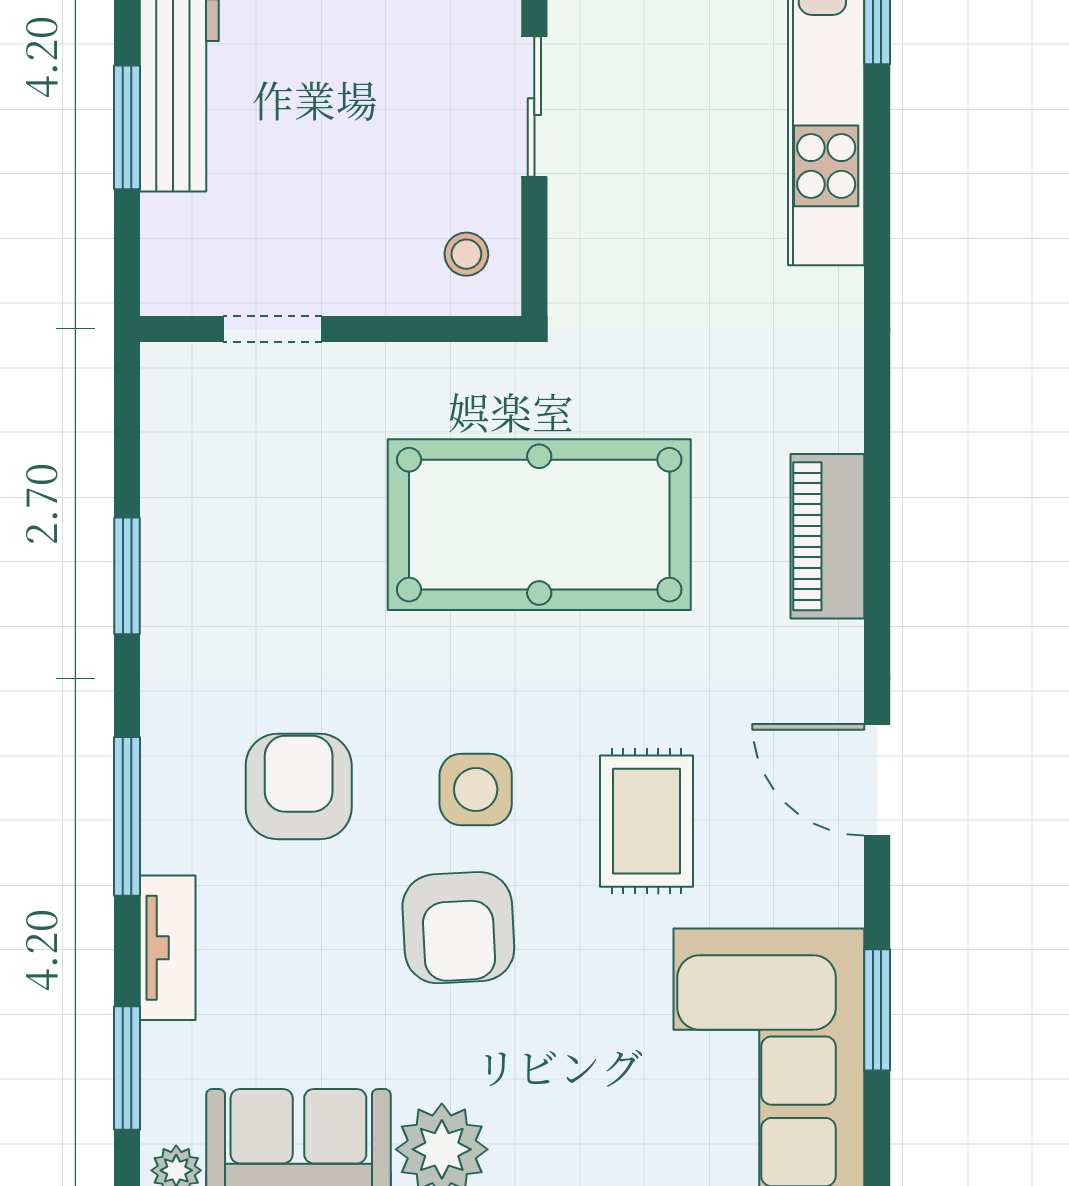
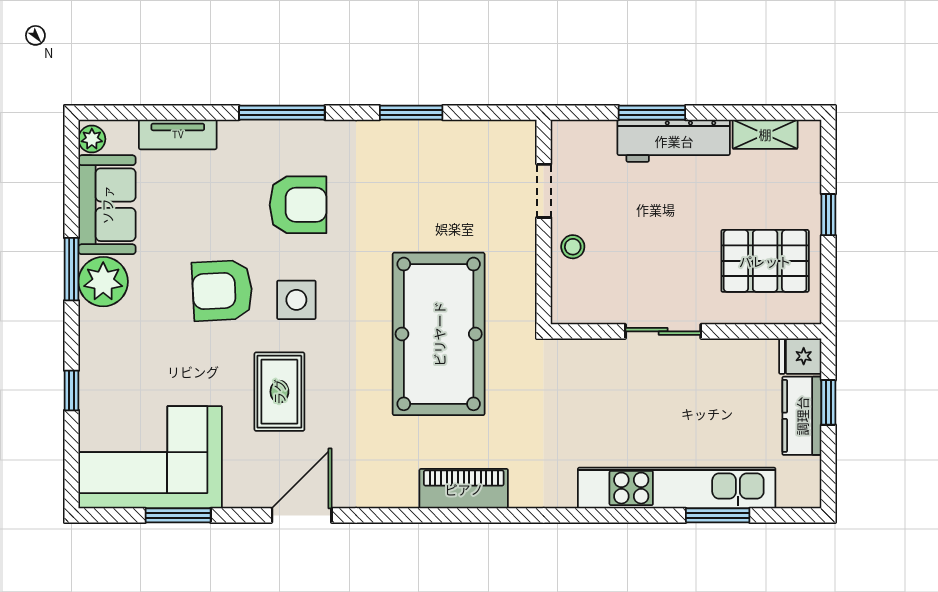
stool: (466, 254) -> (573, 247), moved
piano: (827, 536) -> (464, 489), moved
rug: (647, 821) -> (279, 392), turned 90
tv unit: (168, 948) -> (178, 134), moved
window: (127, 1068) -> (147, 113), removed

